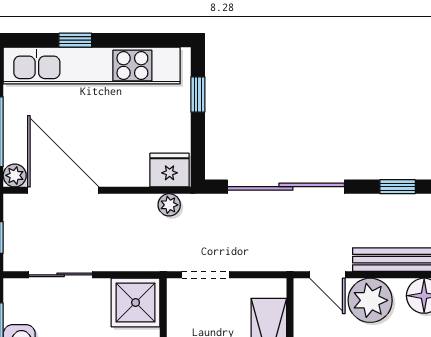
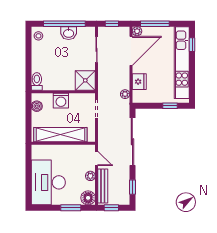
window: (75, 40) -> (192, 45), moved
fridge: (170, 170) -> (139, 82), moved
door: (327, 275) -> (97, 159), swing flipped
plant: (370, 300) -> (90, 176), width x0.53, depth x0.53

